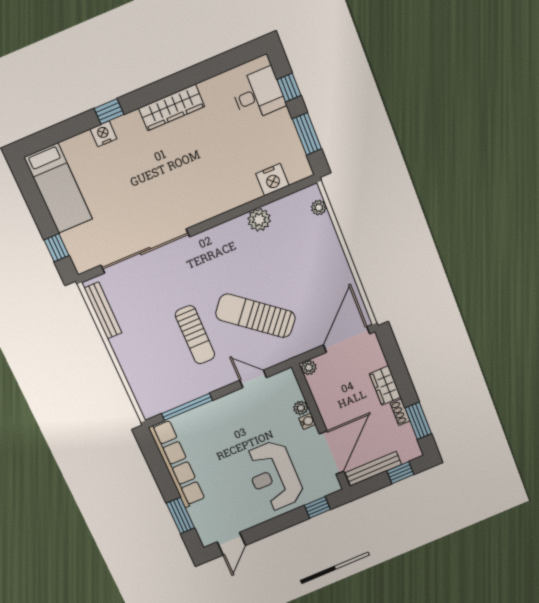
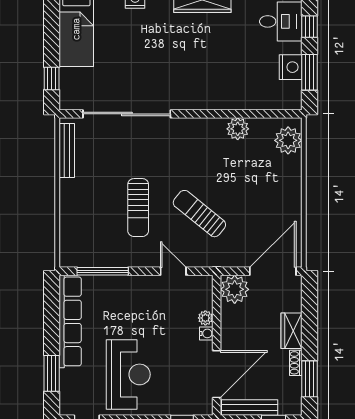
nightstand: (272, 180) -> (291, 67), moved, turned -90
plant: (319, 208) -> (288, 140), width x1.87, depth x1.87
sun lounger: (256, 316) -> (199, 214), width x0.73, depth x0.75
plant: (309, 368) -> (235, 289), width x1.88, depth x1.88
reception desk: (274, 476) -> (128, 374), moved, turned 180

